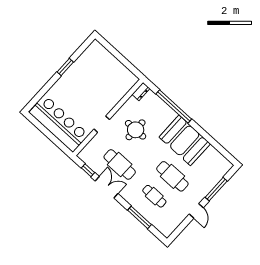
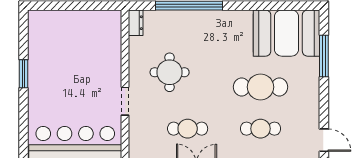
booth: (185, 140) -> (287, 33), moved
cafe table: (120, 164) -> (188, 129), width x0.73, depth x0.74
door: (196, 211) -> (324, 140), moved

